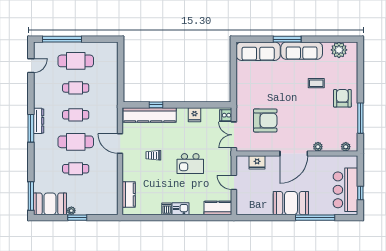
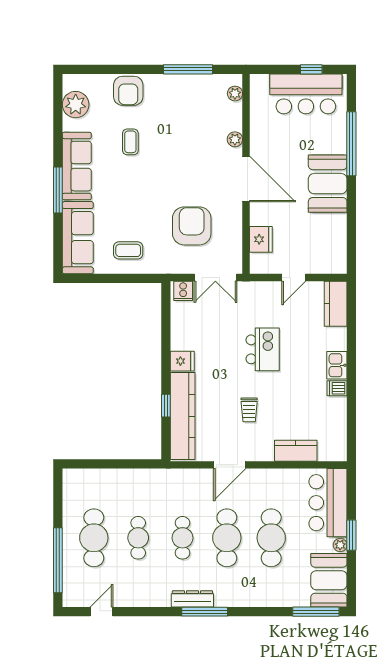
door: (31, 66) -> (102, 612), hinge flipped
coffee table: (250, 82) -> (128, 250), added
armchair: (342, 98) -> (128, 91), moved, turned -90
fridge: (195, 115) -> (182, 361), moved
cafe table: (76, 169) -> (271, 538), width x1.37, depth x1.35
kitchen counter: (129, 195) -> (296, 451), moved
bar counter: (97, 203) -> (328, 503), added

